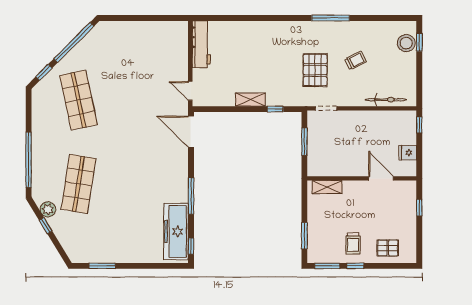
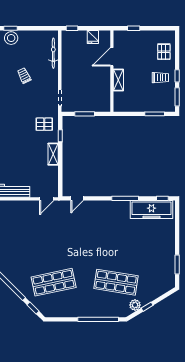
pallet: (315, 70) -> (44, 124), moved, width x0.67, depth x0.71
door: (191, 132) -> (77, 198), width x0.53
shelving: (327, 187) -> (118, 80), moved

